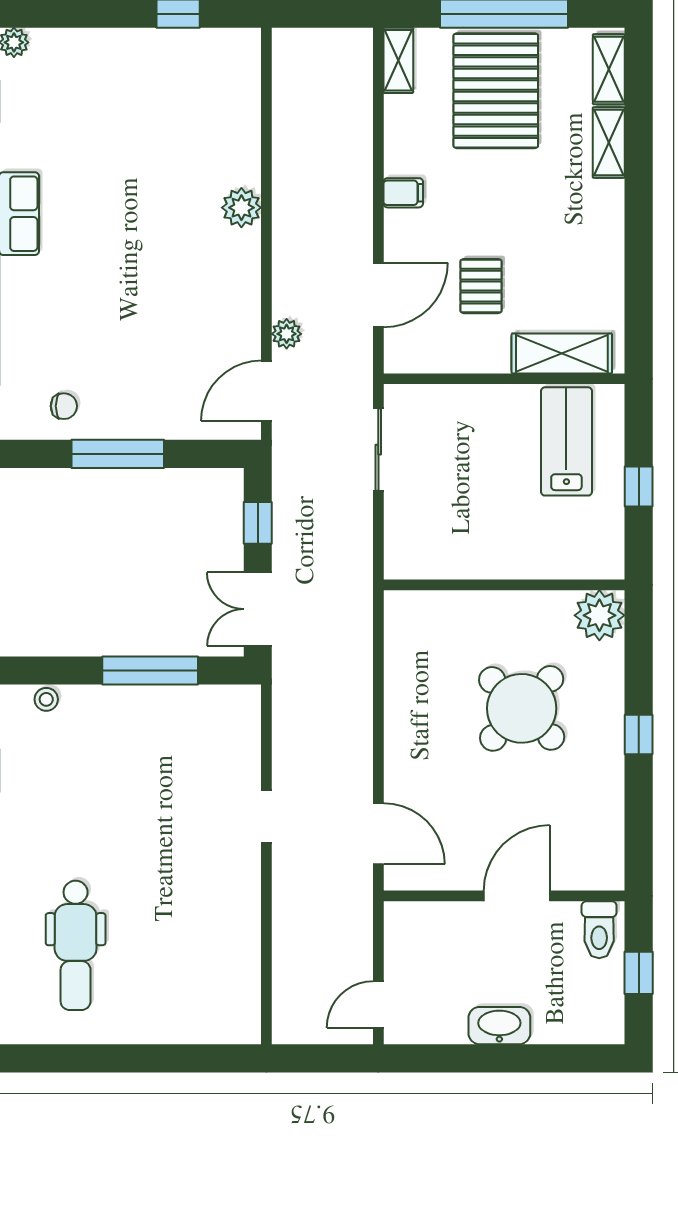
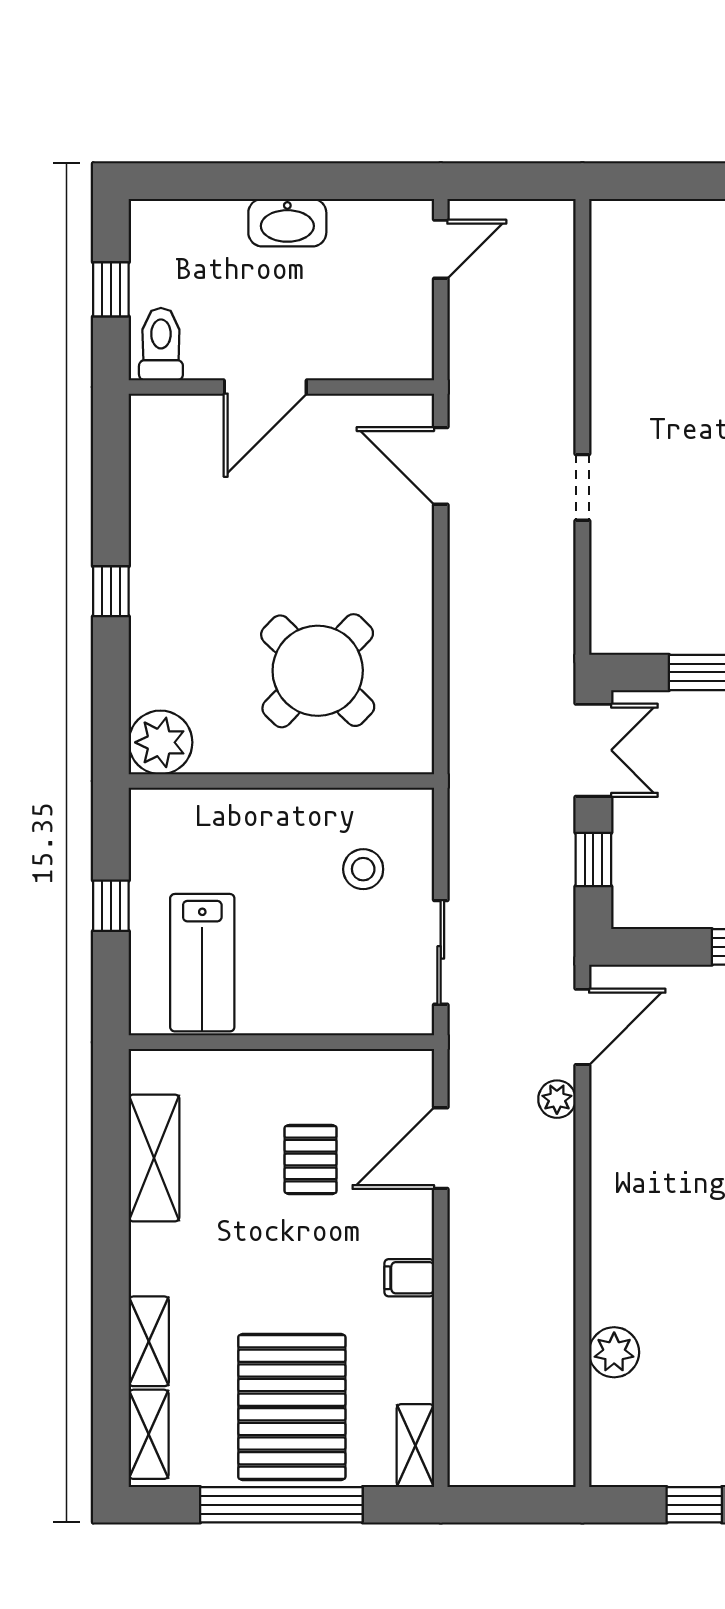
plant: (241, 208) -> (614, 1352), moved
shelving: (562, 353) -> (154, 1158), moved, turned 90
stool: (439, 515) -> (363, 869), added
round table: (522, 708) -> (318, 671), moved

